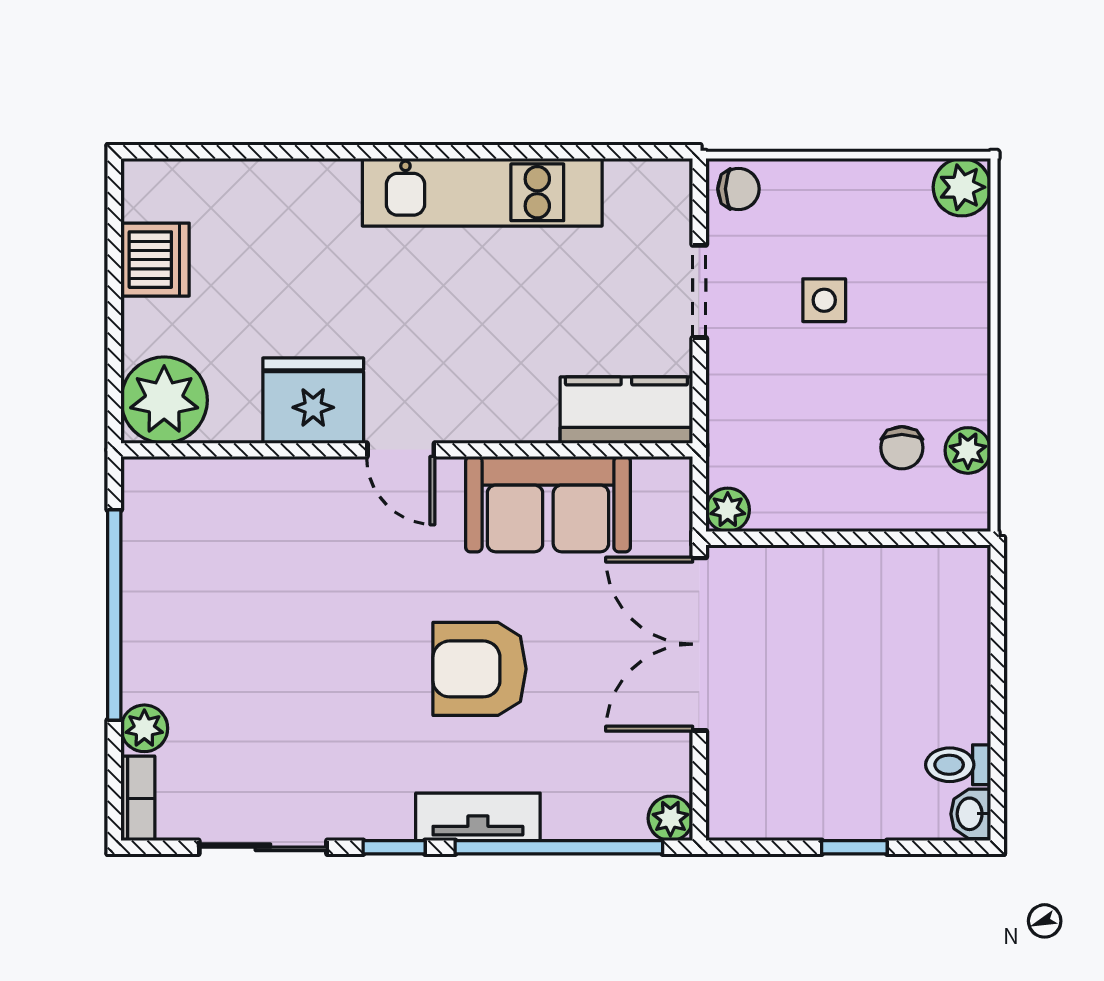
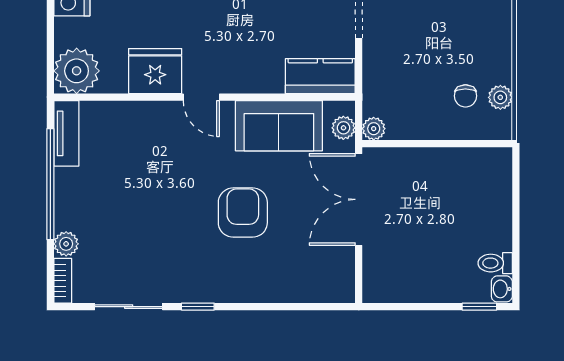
side table: (824, 300) -> (425, 18), removed
armchair: (479, 669) -> (243, 213), turned 90
tv unit: (478, 817) -> (66, 133), moved, turned 90
plant: (670, 818) -> (343, 128), moved
window: (559, 847) -> (285, 307), removed
window: (854, 847) -> (479, 307), moved

